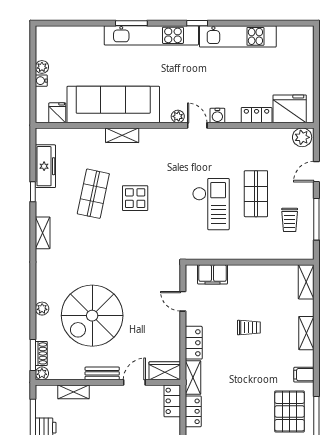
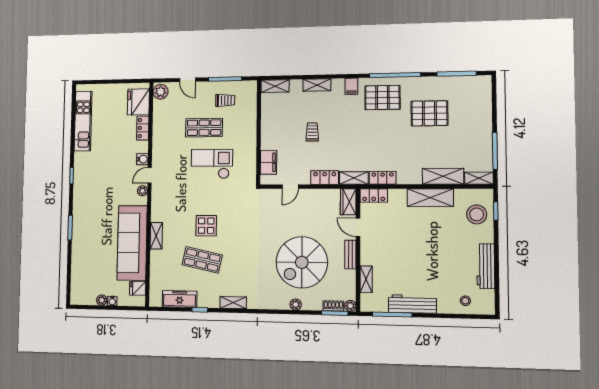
kitchen unit: (151, 35) -> (80, 212), removed
kitchen unit: (238, 36) -> (83, 121), moved
spiral stairs: (92, 316) -> (302, 262), turned 90

